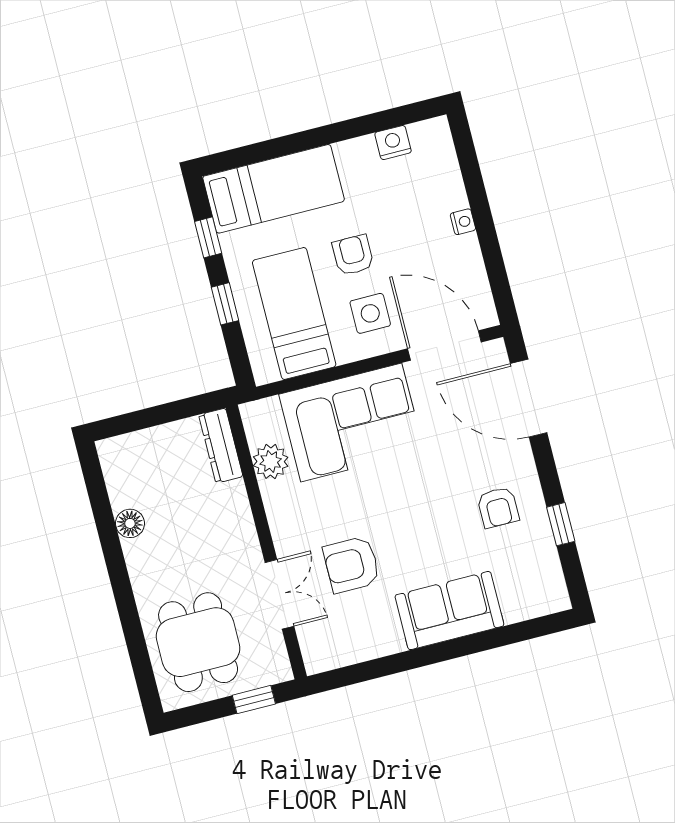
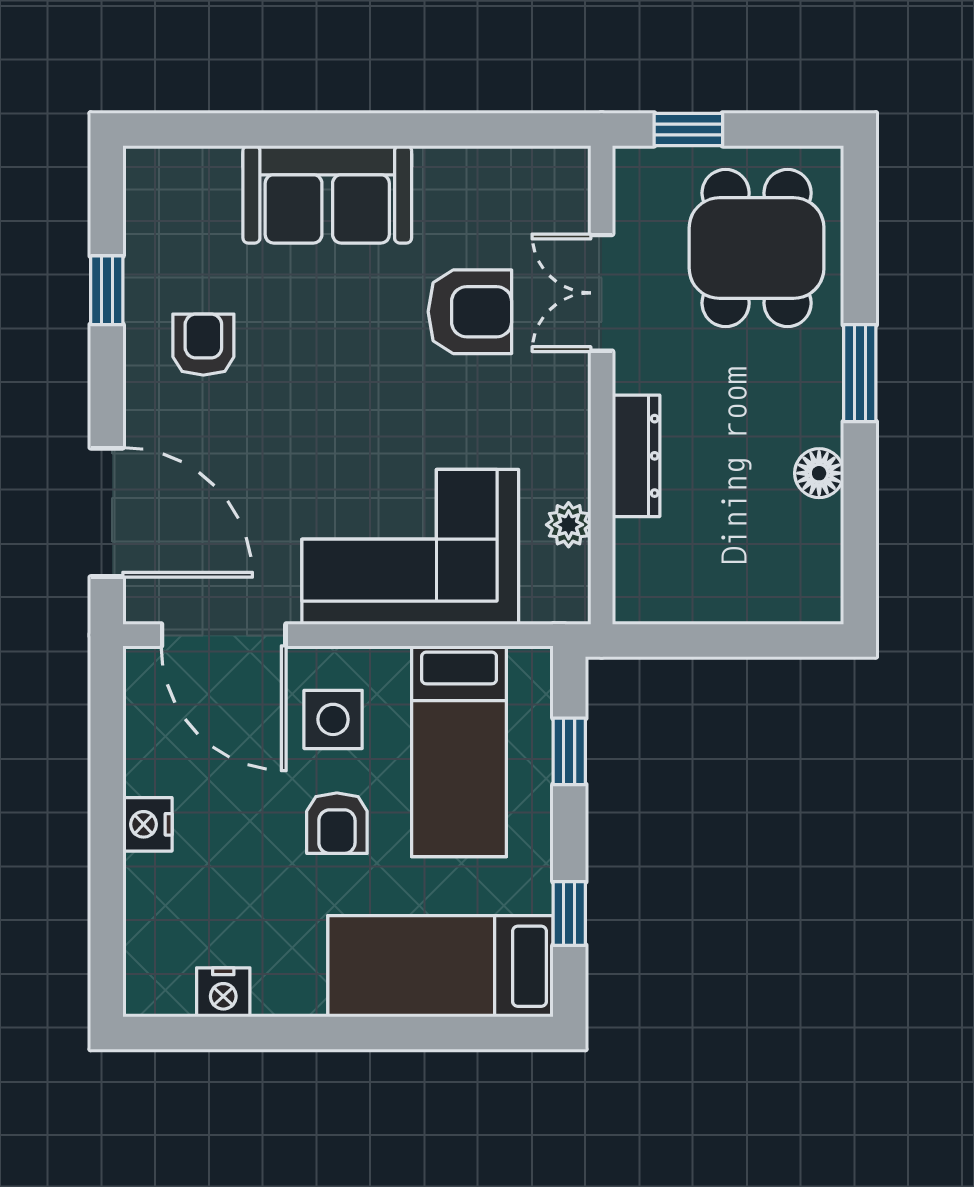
nightstand: (463, 222) -> (147, 824), width x1.39, depth x1.35
window: (225, 304) -> (569, 751), moved
dresser: (221, 446) -> (636, 456), moved
plant: (271, 461) -> (569, 525), width x0.73, depth x0.73
window: (121, 586) -> (860, 373), added

